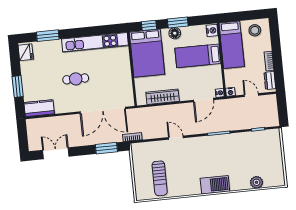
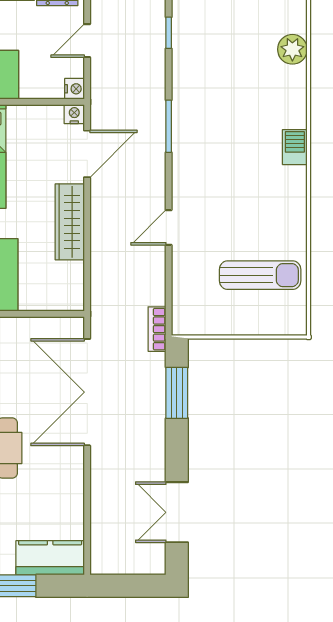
wardrobe: (163, 97) -> (70, 222), moved
door: (203, 100) -> (87, 154), hinge flipped
kitchen counter: (39, 108) -> (50, 558), moved, turned 90
double door: (103, 110) -> (87, 392), swing flipped
barbecue: (215, 185) -> (295, 147), width x0.53, depth x0.65

